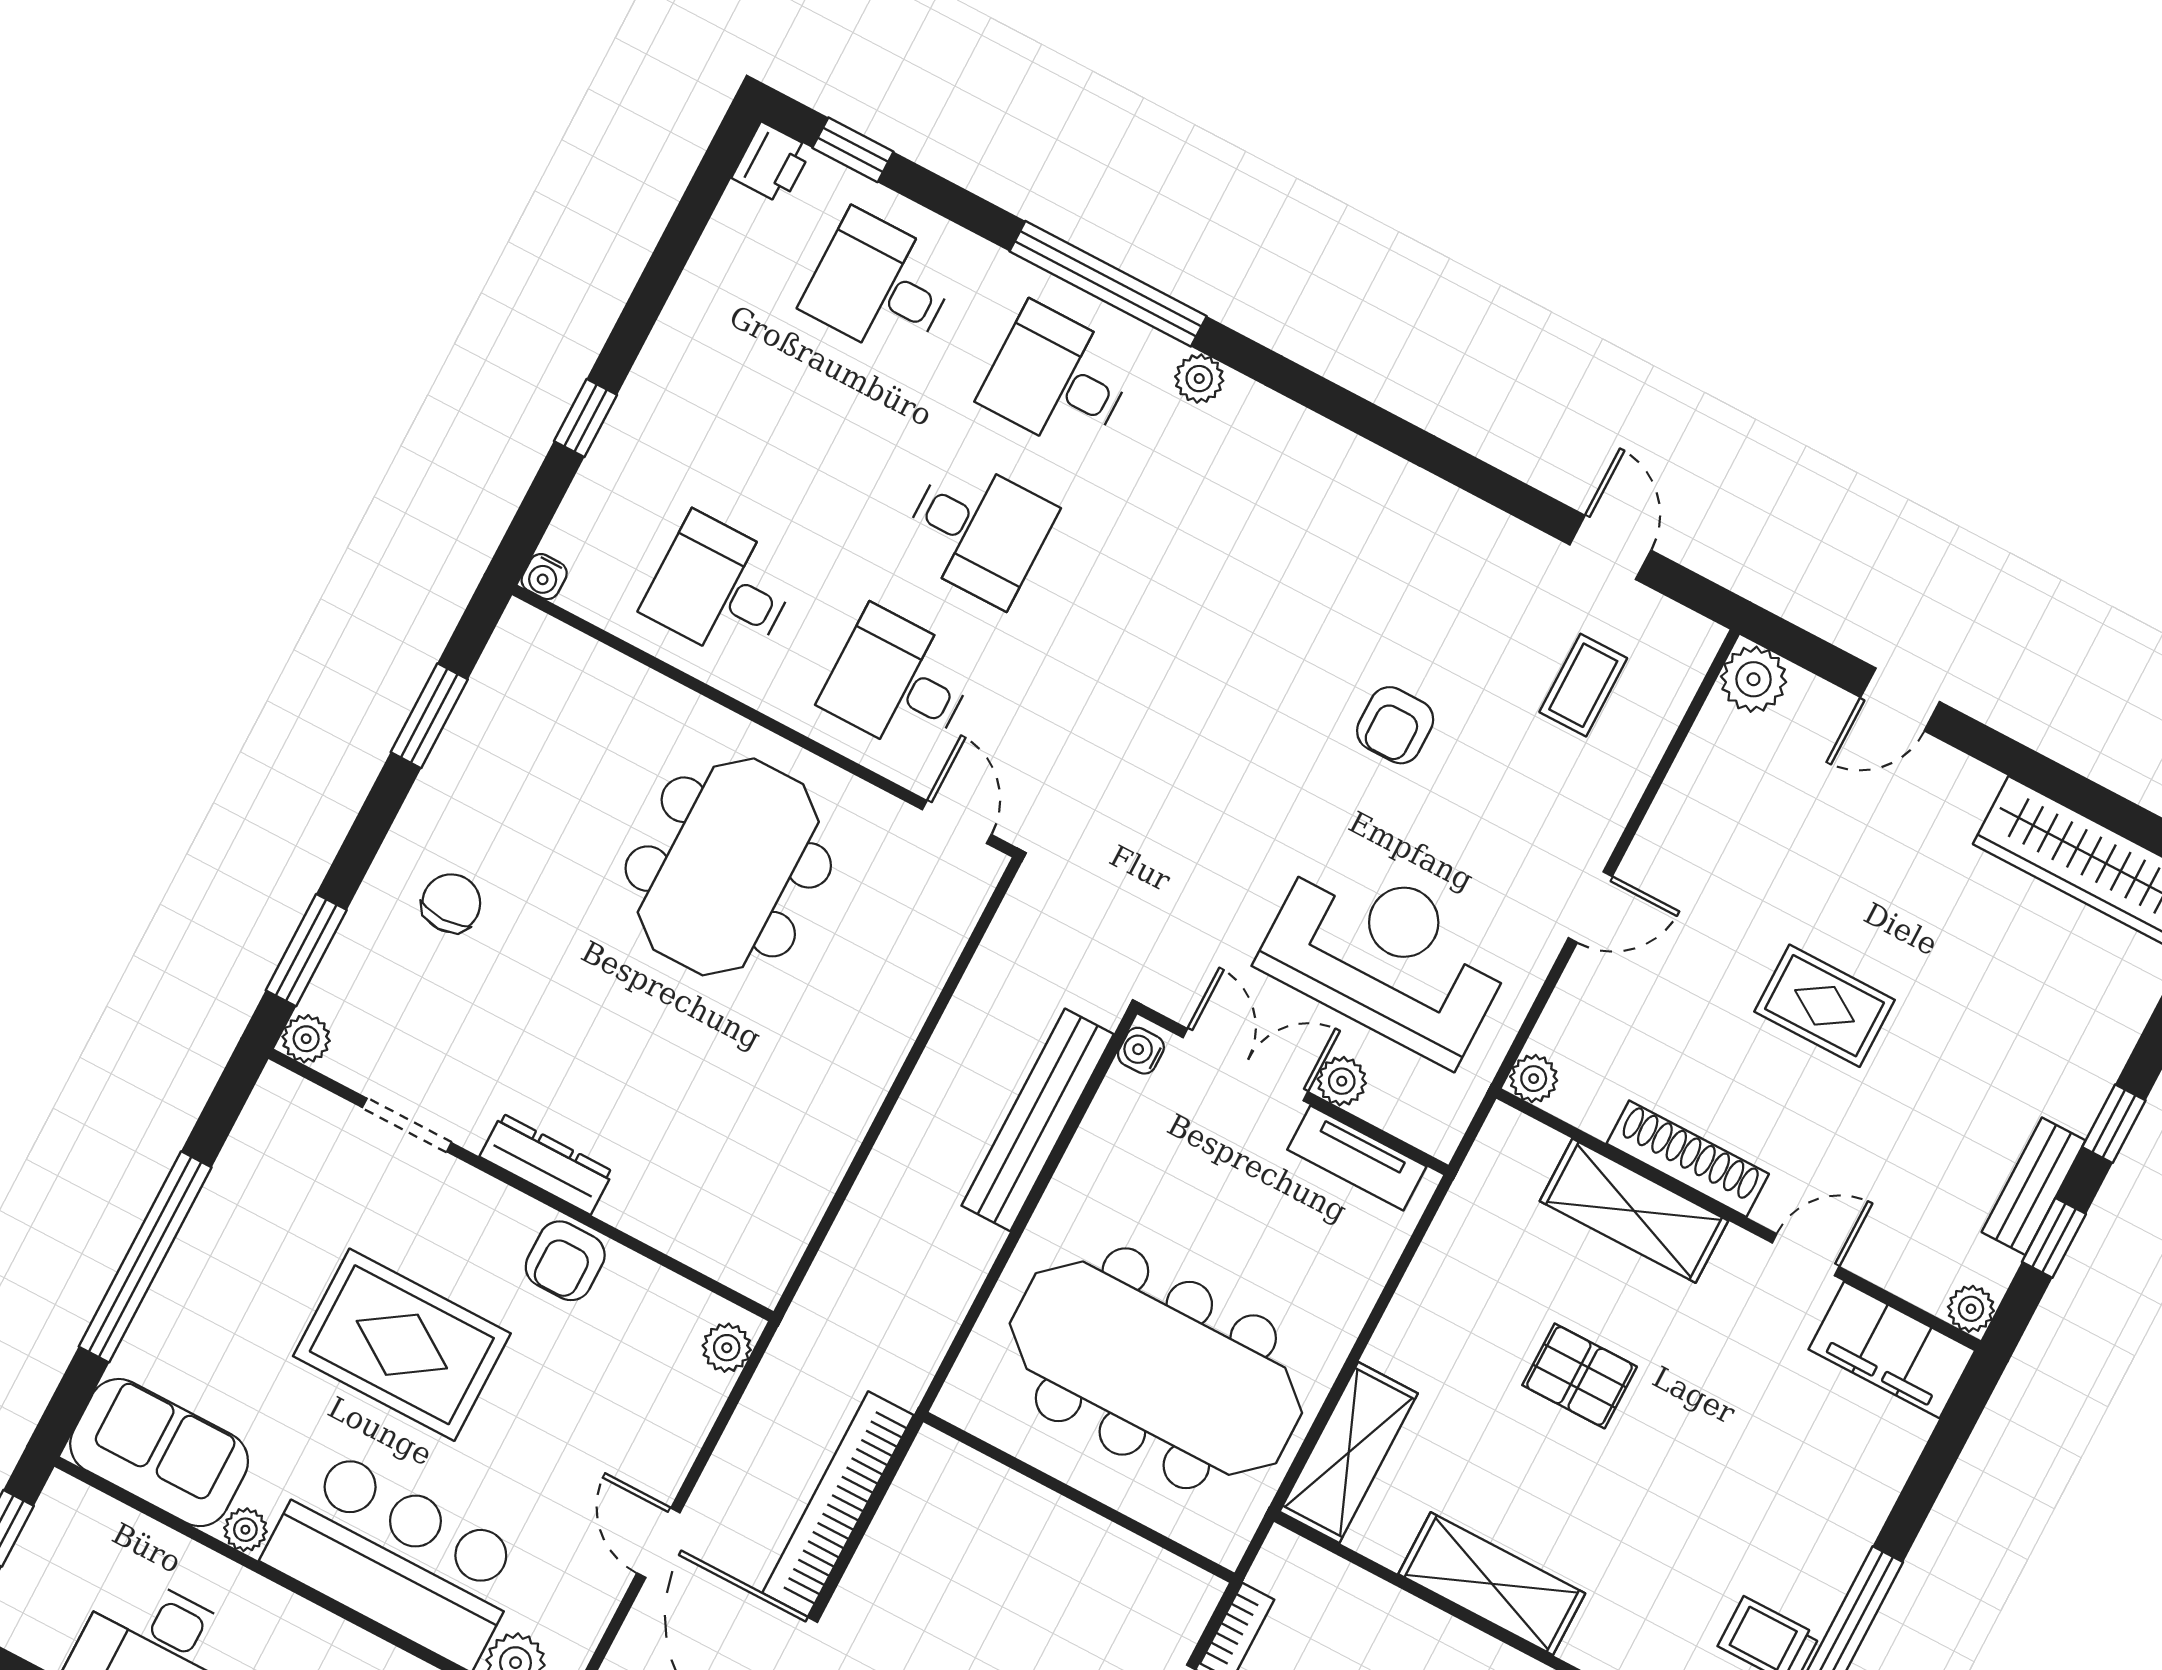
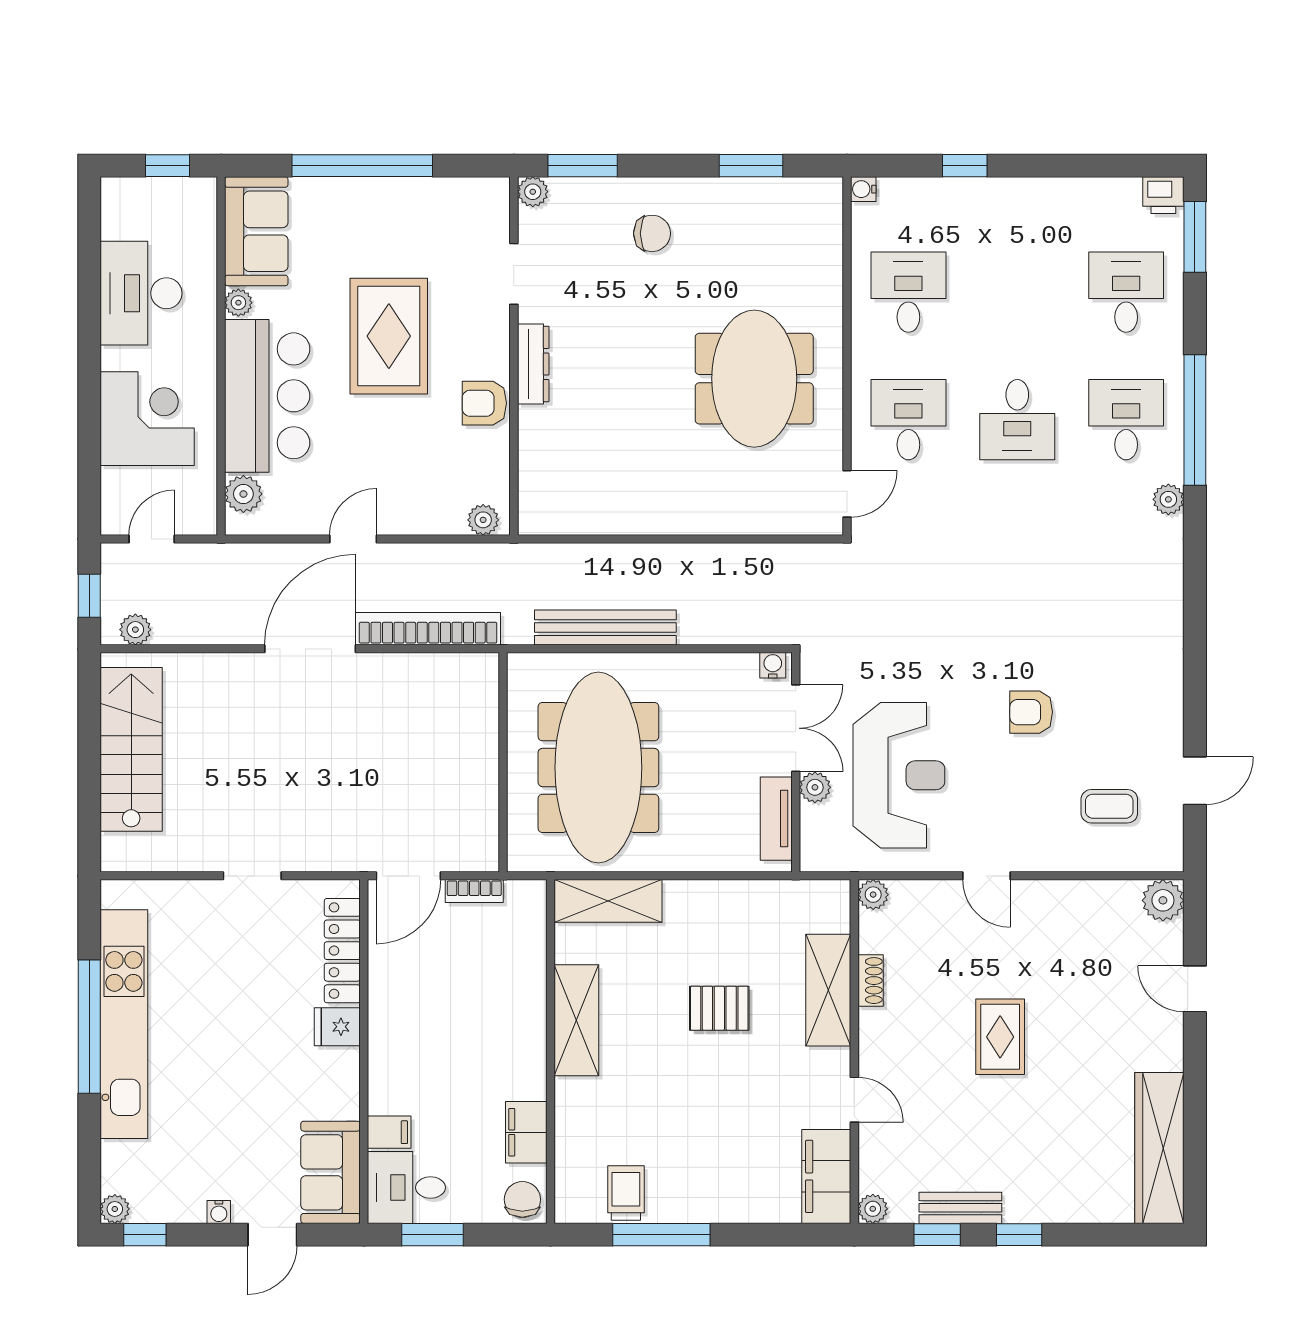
window: (853, 150) -> (1195, 237), width x1.50
meeting table: (728, 867) -> (754, 379), turned 90
bench: (1038, 1120) -> (605, 628), moved
shoe rack: (1688, 1159) -> (871, 981), width x0.51, depth x0.81
pallet: (1580, 1376) -> (719, 1008), turned 90

